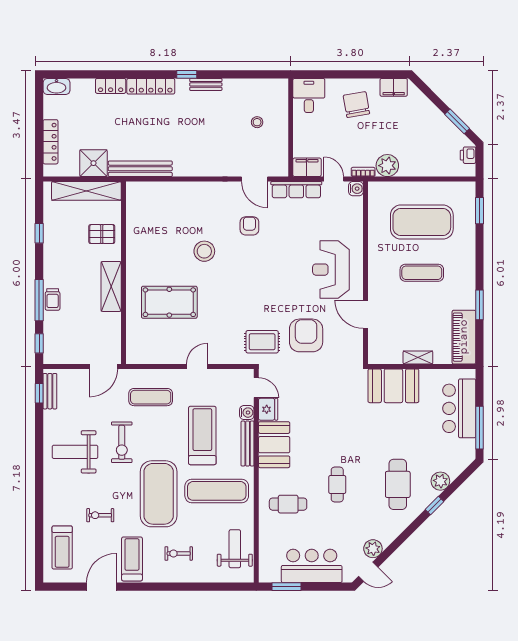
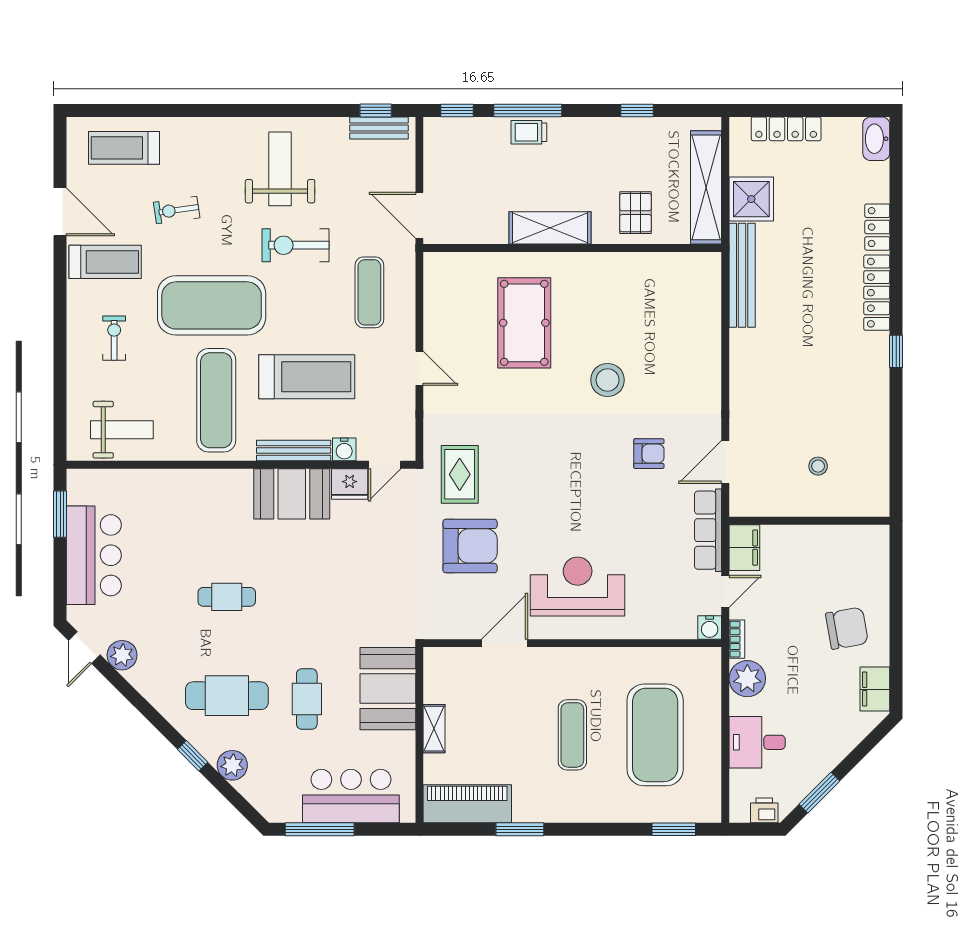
bench: (206, 84) -> (880, 382), removed
desk: (309, 95) -> (757, 742), moved, turned 180
cafe table: (288, 504) -> (307, 699), moved
exercise bike: (100, 515) -> (177, 210), turned -98

